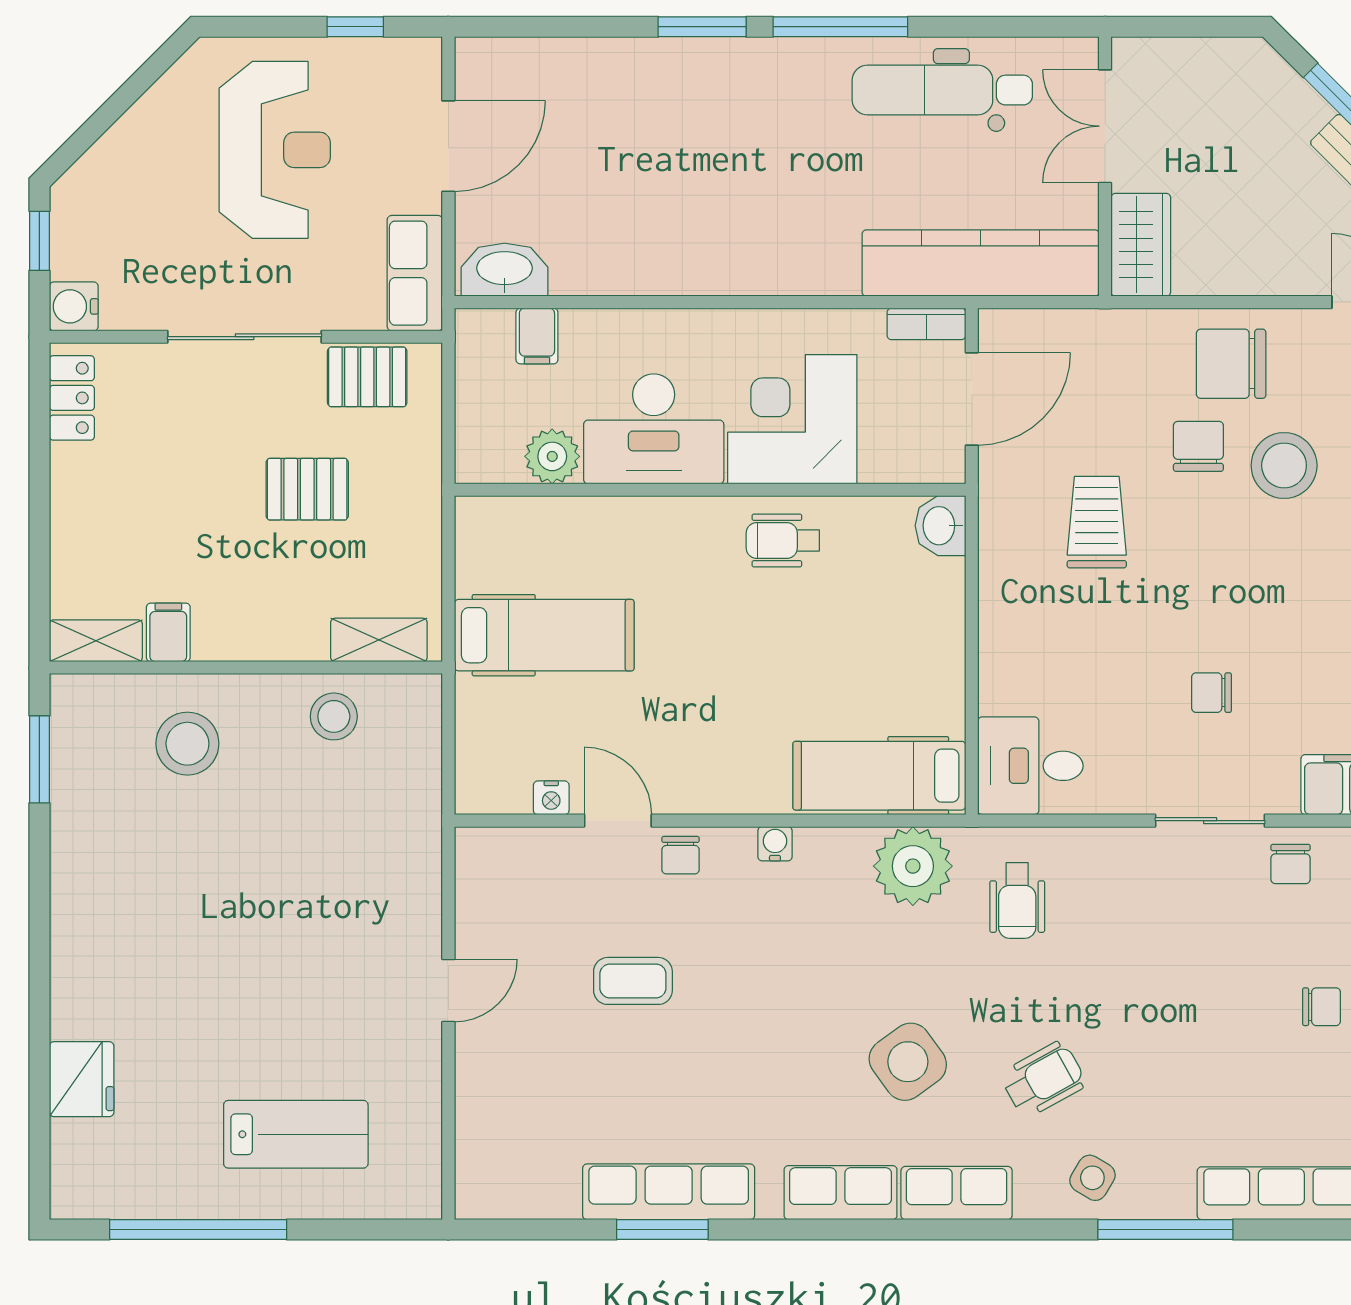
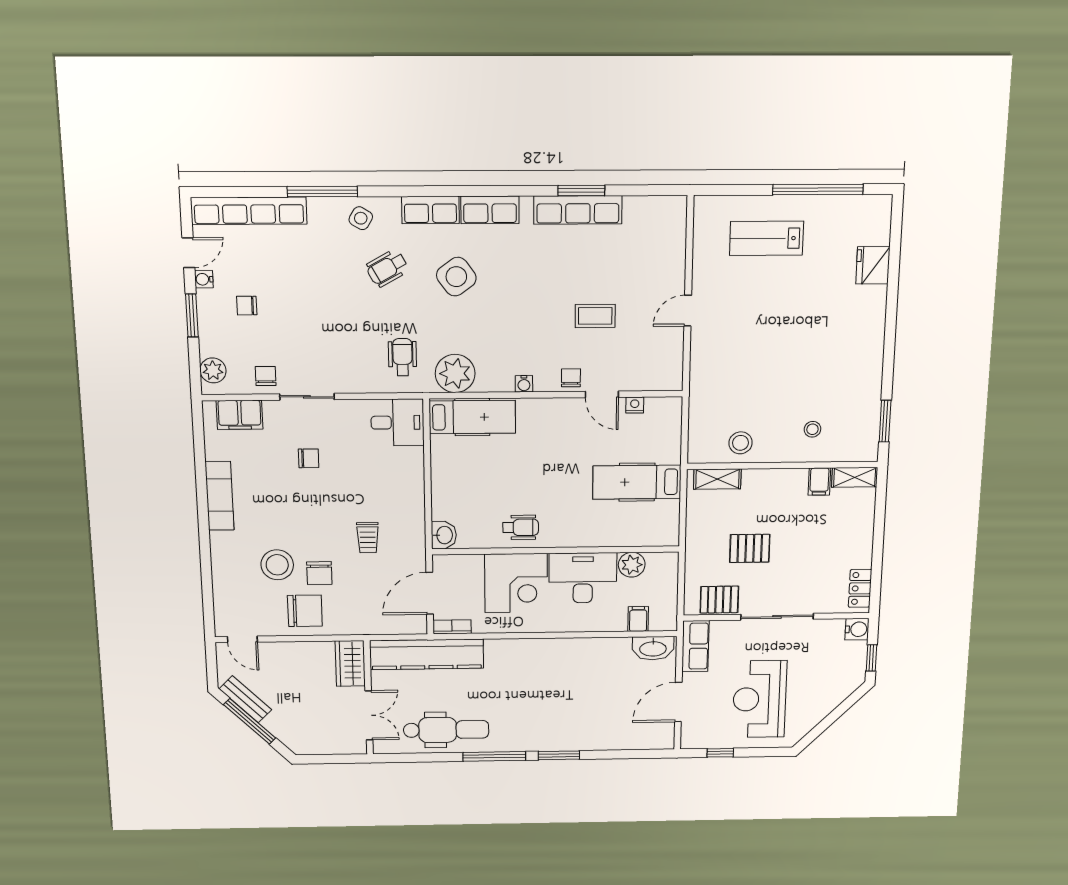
trolley: (1097, 522) -> (368, 538), width x0.73, depth x0.72
stool: (187, 744) -> (812, 429), width x0.53, depth x0.53

